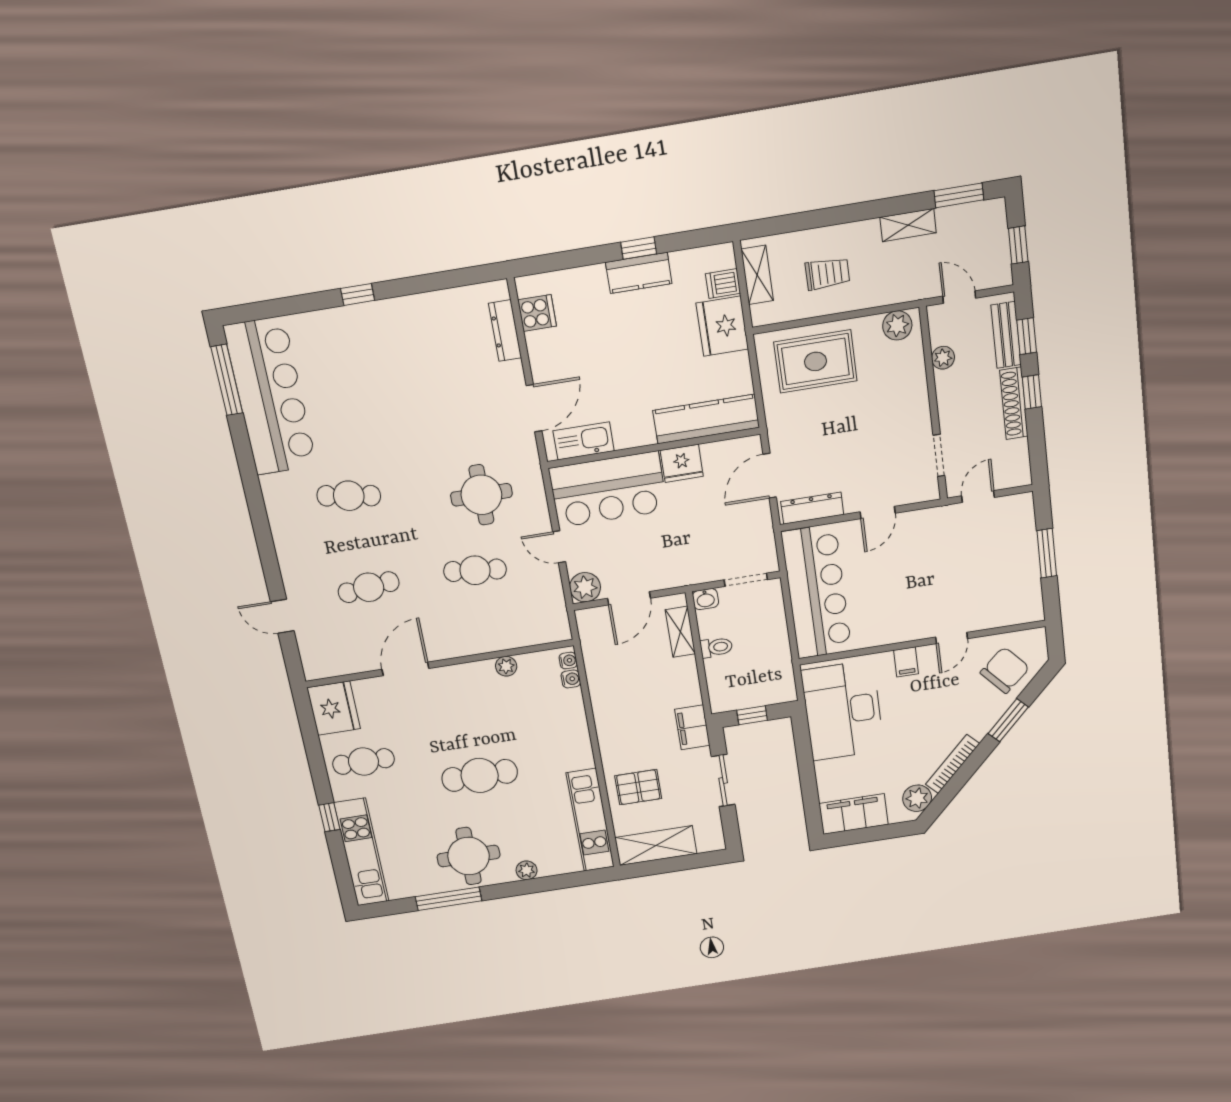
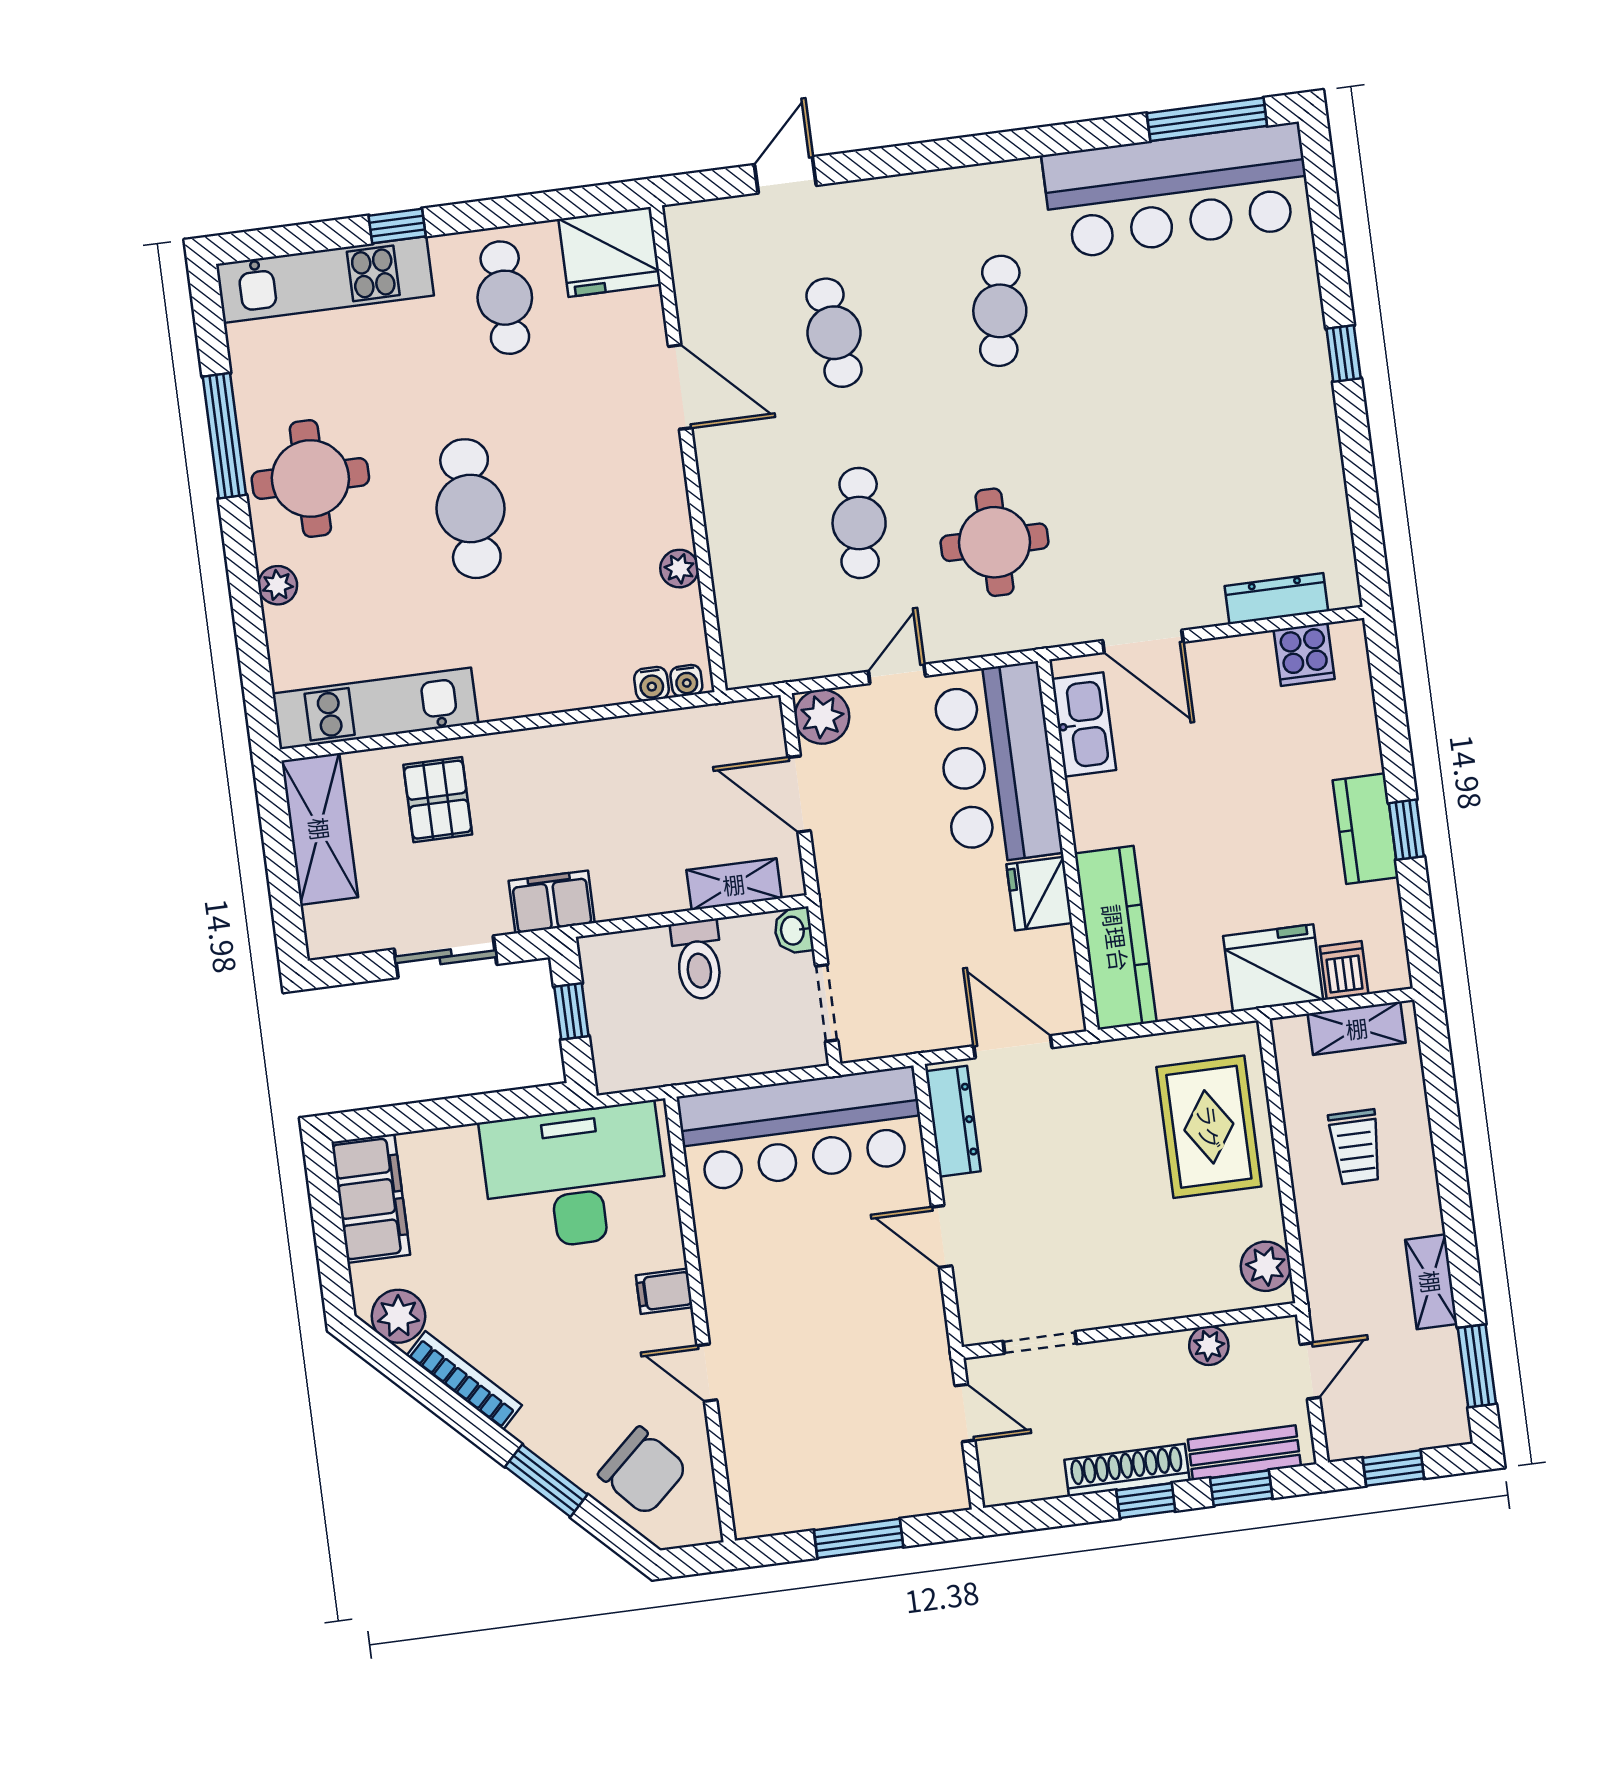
toilet: (716, 647) -> (698, 960), width x1.37, depth x1.39

